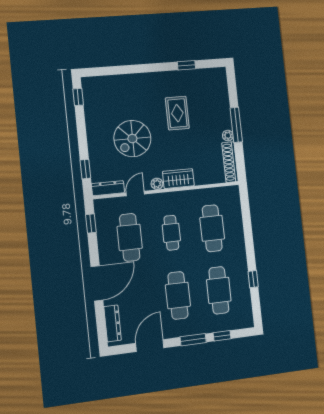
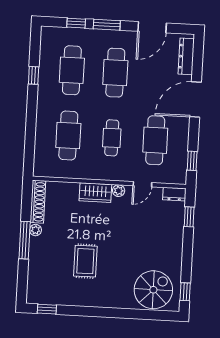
window: (186, 65) -> (47, 309), moved
spiral stairs: (132, 139) -> (153, 290), moved
dresser: (108, 188) -> (174, 194), width x0.70

